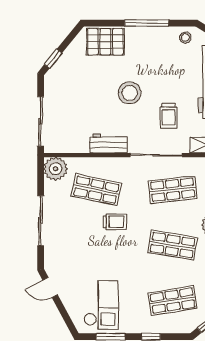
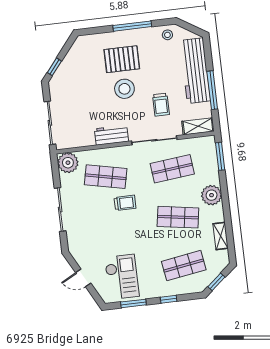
pallet: (105, 42) -> (122, 59), moved
door: (50, 287) -> (83, 278), moved

